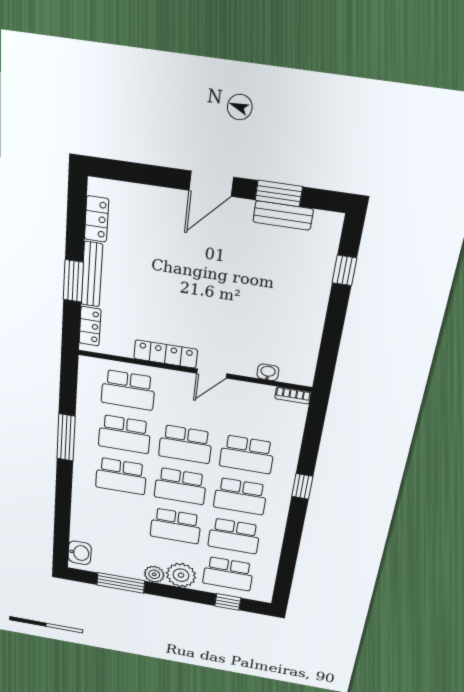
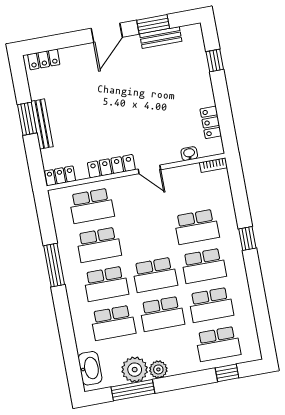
locker: (97, 219) -> (44, 59), moved, turned 90
window: (73, 281) -> (27, 119), moved
locker: (90, 326) -> (60, 176), moved, turned -90
locker: (309, 345) -> (211, 122), added
door: (212, 374) -> (149, 169), hinge flipped
school desk: (185, 444) -> (113, 323), moved
washbasin: (80, 553) -> (90, 368), width x1.38
plant: (181, 575) -> (135, 370), moved

